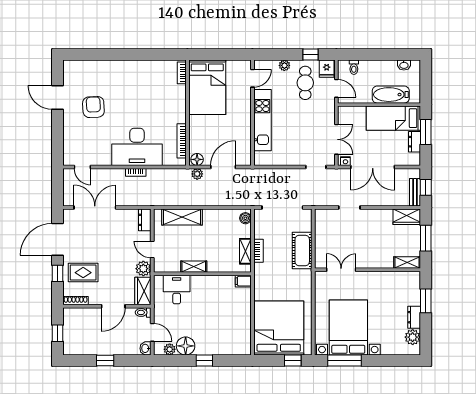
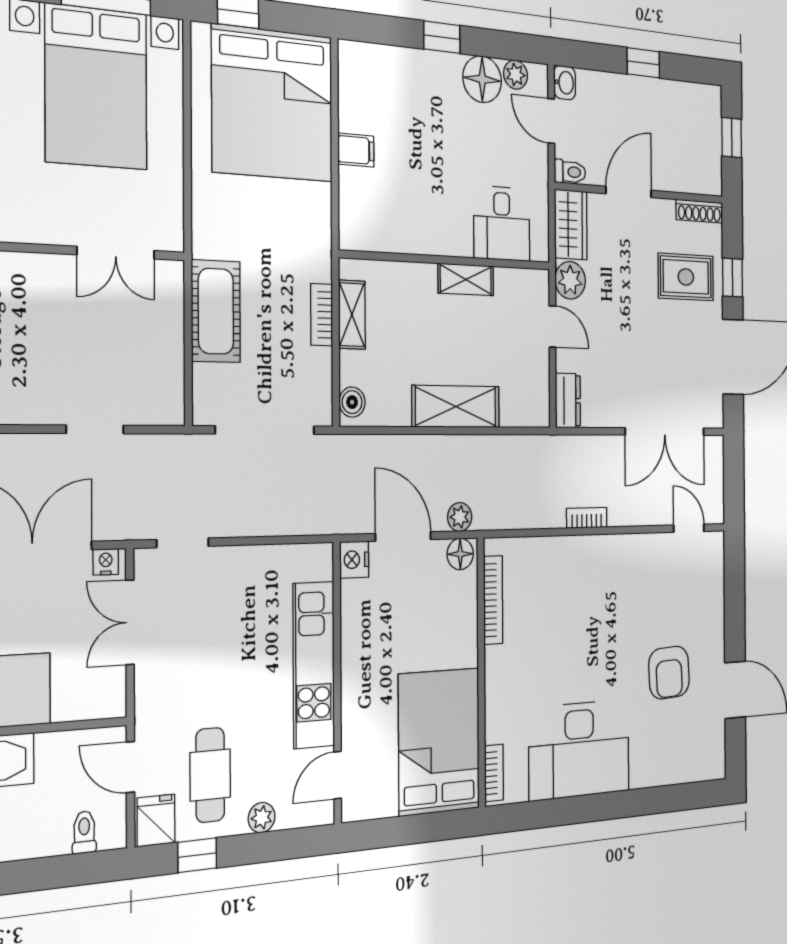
desk: (137, 147) -> (579, 750), moved, turned 180
nightstand: (245, 159) -> (354, 560), added
door: (223, 167) -> (403, 537), swing flipped
shelving: (182, 217) -> (456, 407), moved
filing cabinet: (243, 281) -> (356, 150), moved

